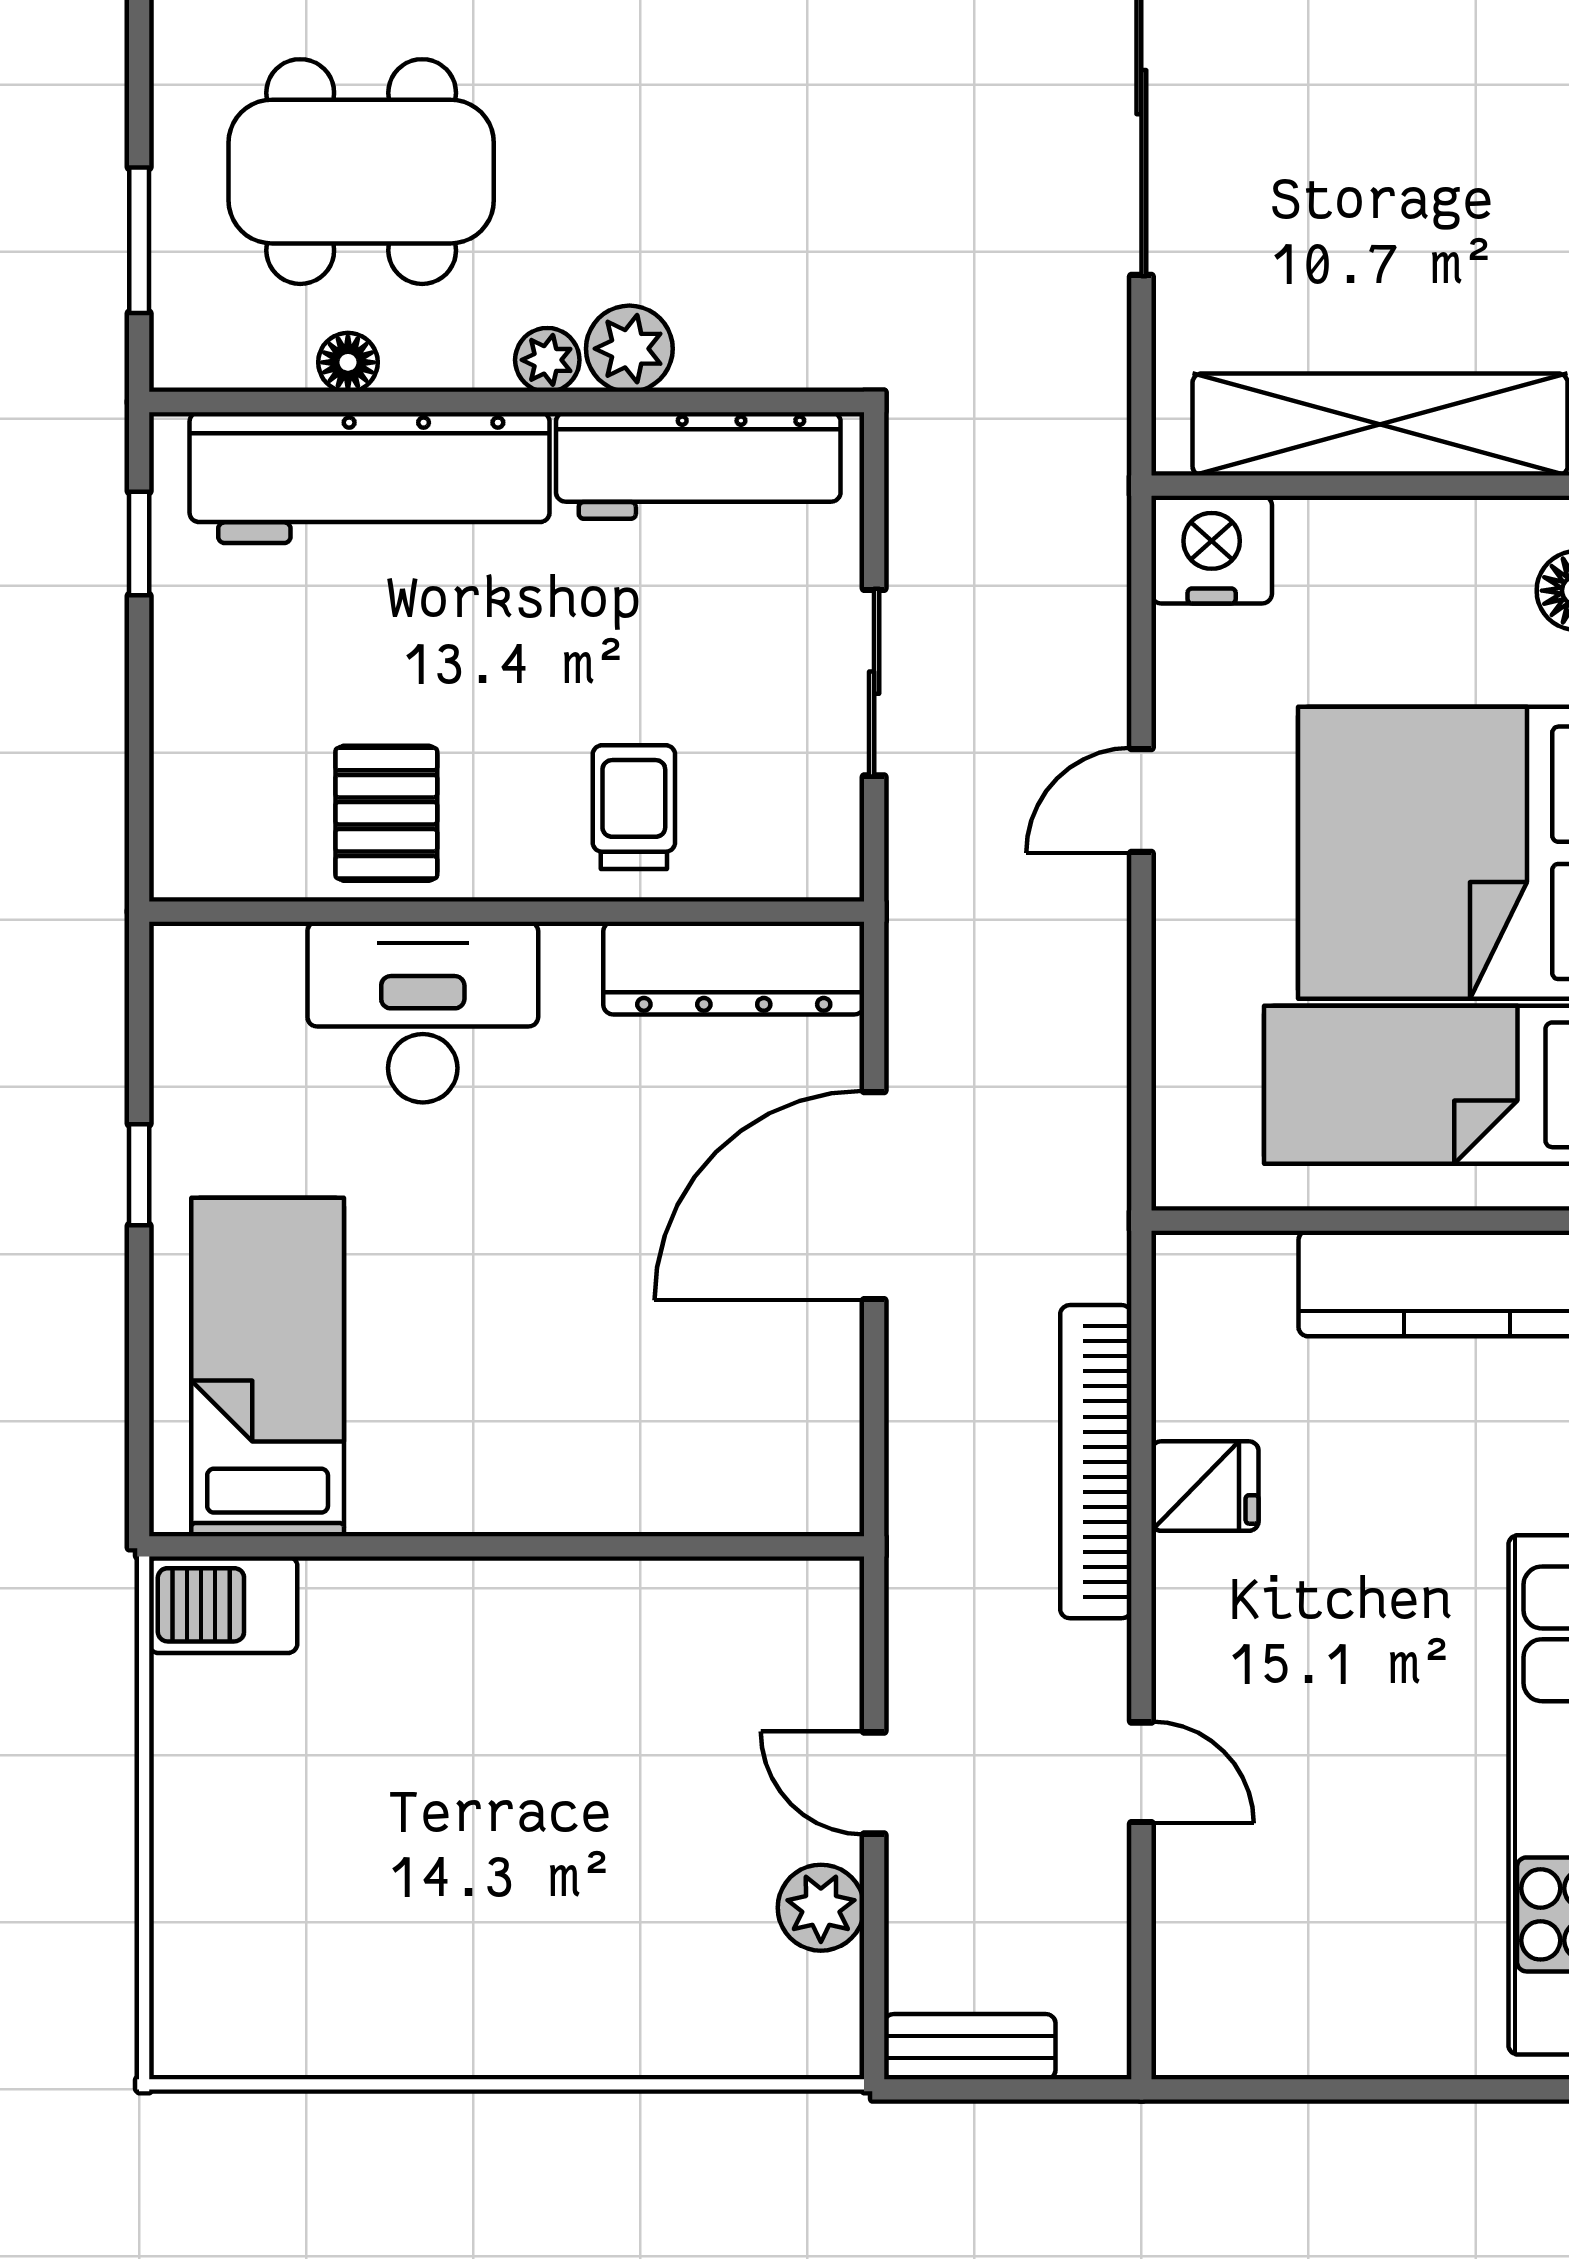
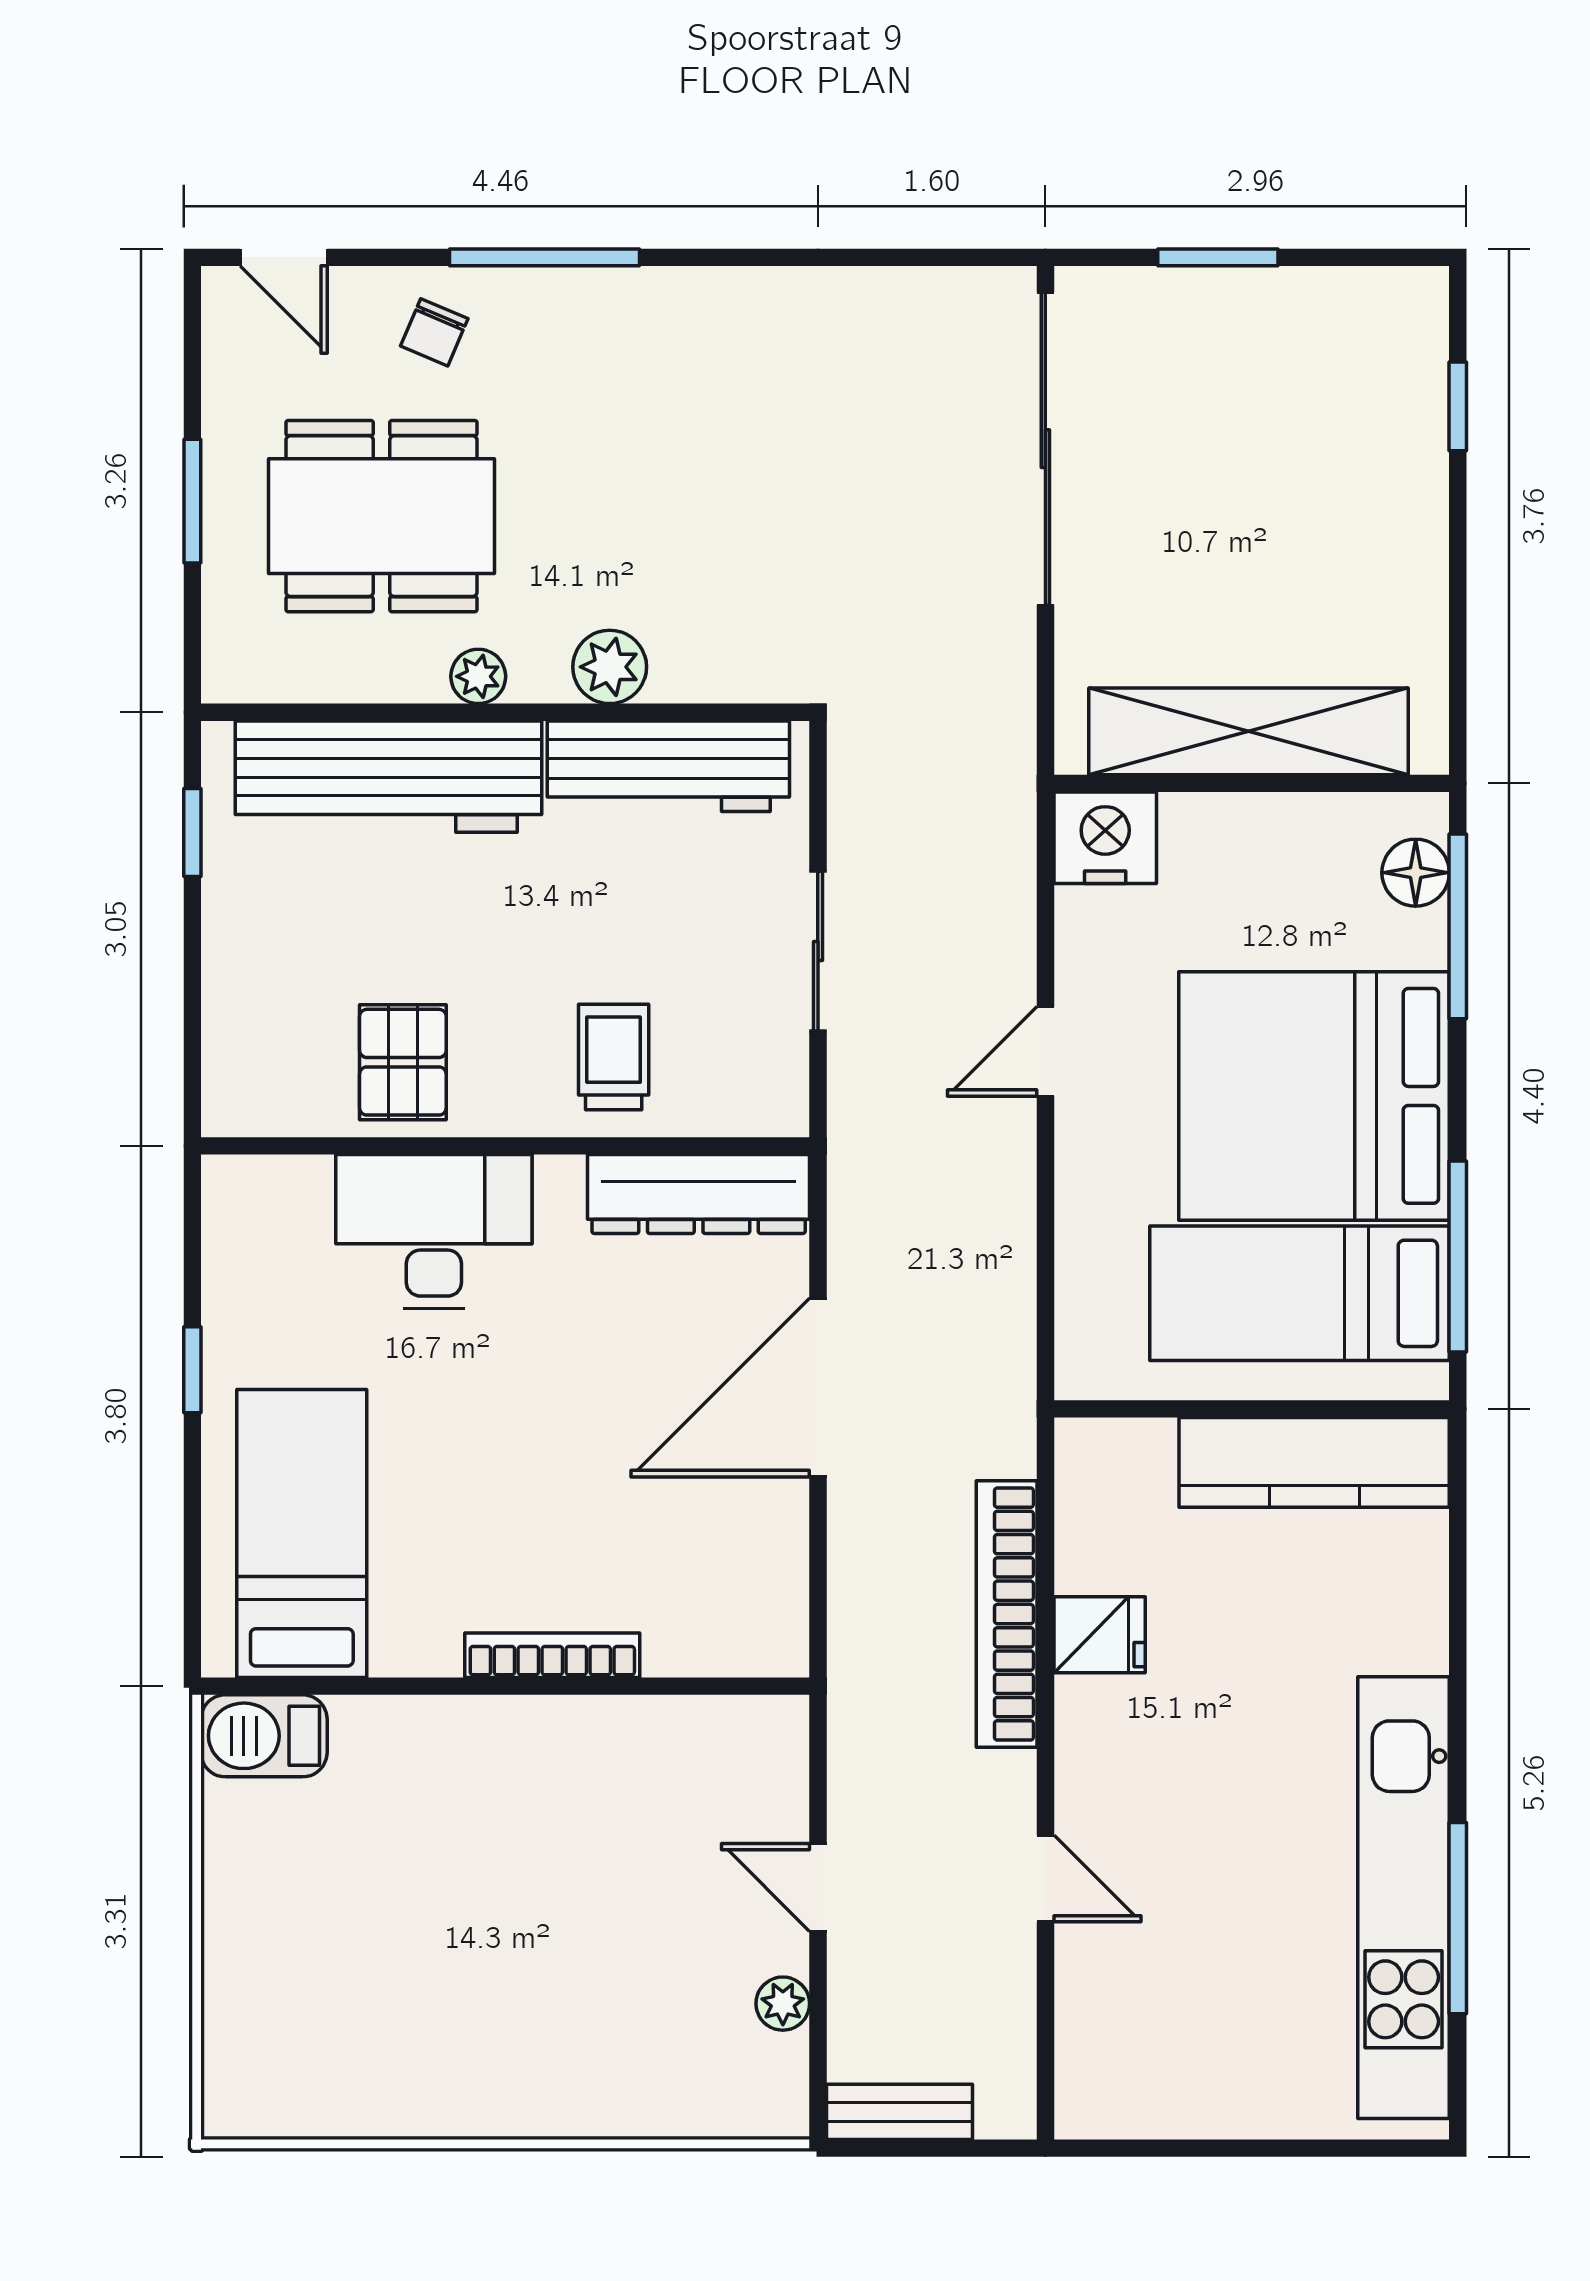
window: (139, 240) -> (192, 501), moved
plant: (547, 360) -> (478, 676), moved
floor lamp: (348, 362) -> (370, 678), removed
bookcase: (562, 1510) -> (552, 1655), added
plant: (821, 1908) -> (783, 2004), width x0.73, depth x0.73

